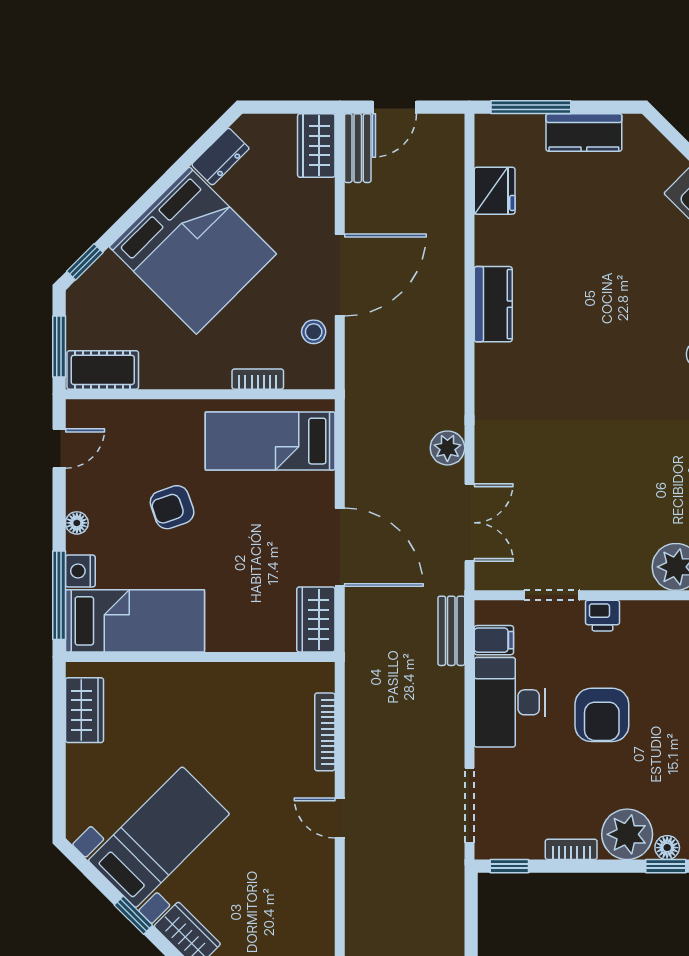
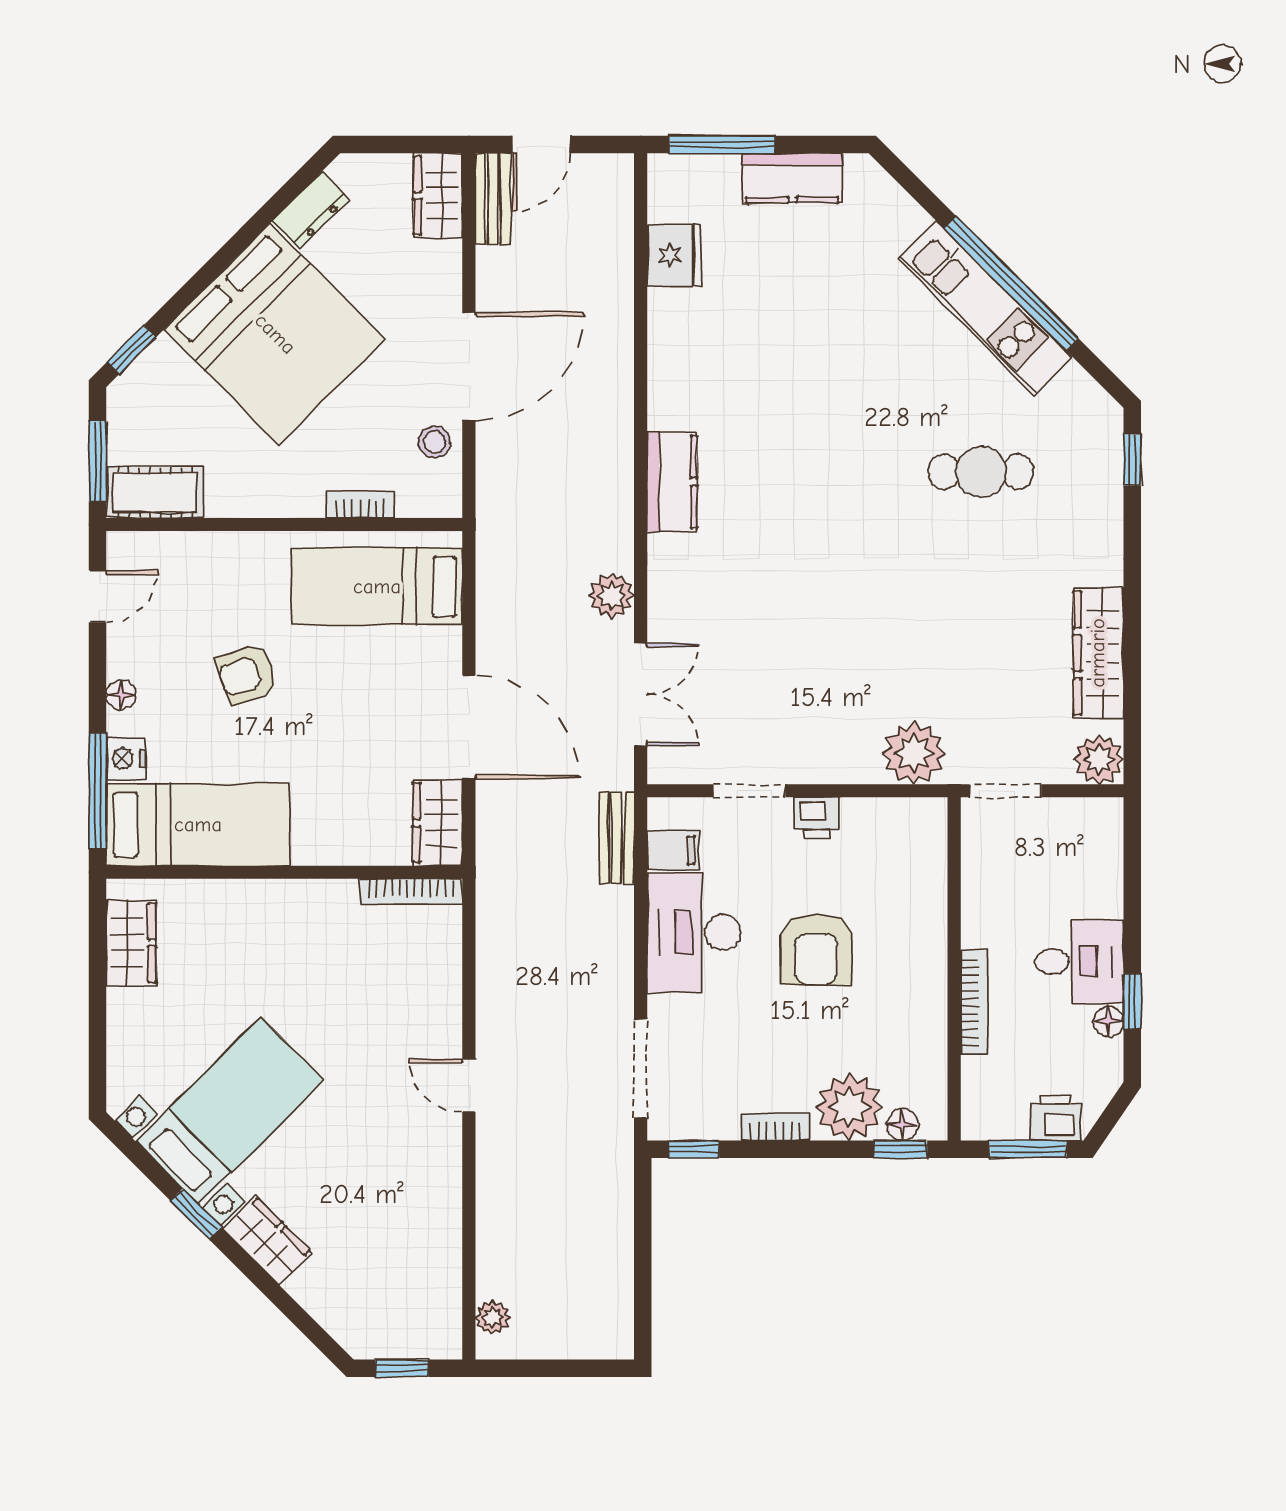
kitchen counter: (493, 304) -> (672, 482), moved
bookcase: (325, 732) -> (411, 892), moved, turned -90

